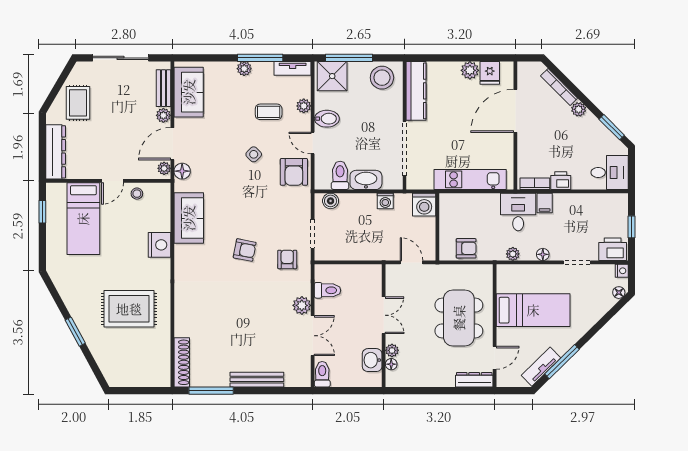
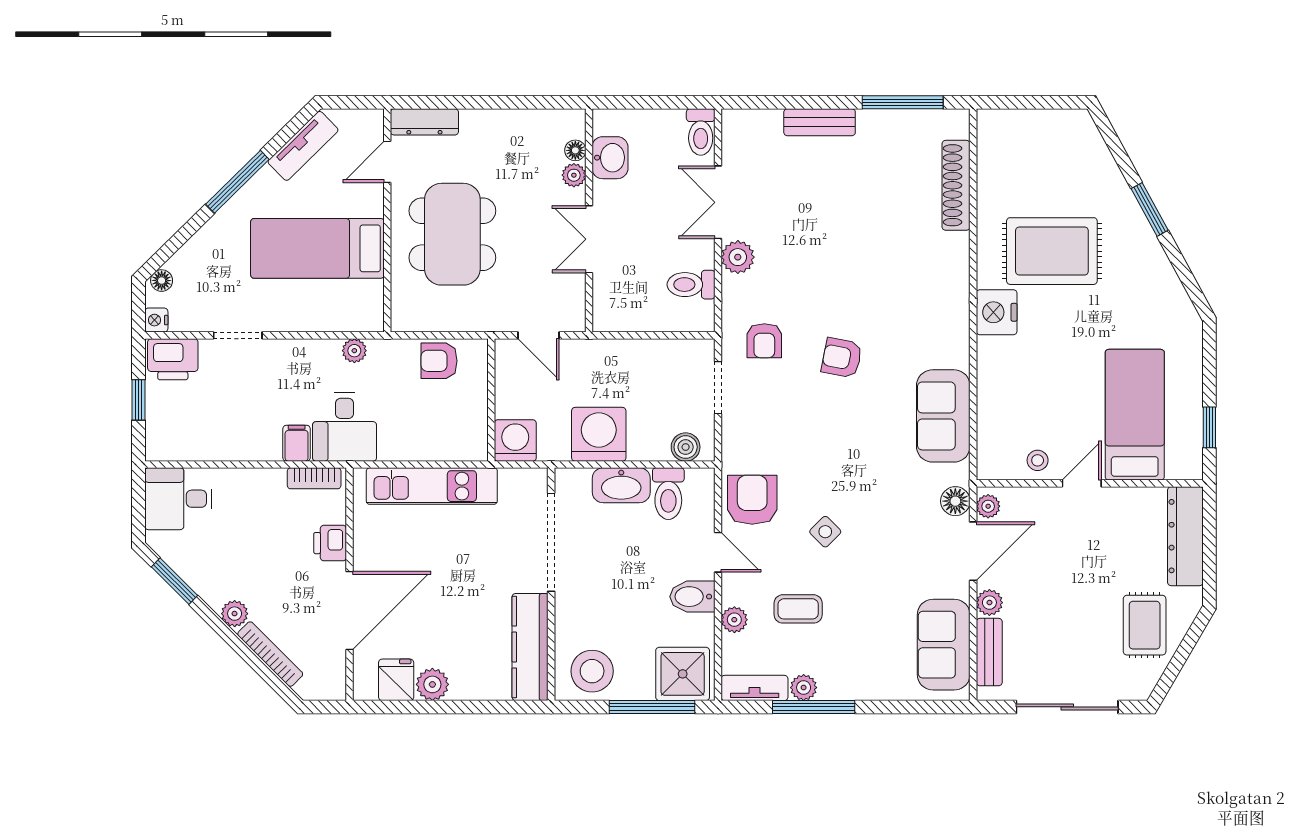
plant: (244, 69) -> (804, 688), moved
printer: (561, 181) -> (330, 543), moved, turned 90
washing machine: (385, 201) -> (599, 434), width x1.89, depth x1.89
nightstand: (159, 245) -> (997, 312), moved
floor lamp: (543, 254) -> (300, 350), removed
shoe rack: (182, 362) -> (956, 185), moved
window: (562, 362) -> (237, 182), moved
bench: (257, 380) -> (820, 122), width x0.73

